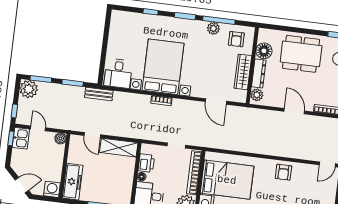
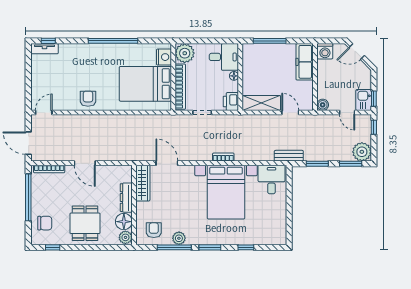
dining table: (301, 54) -> (85, 223), width x0.73
wardrobe: (243, 72) -> (143, 183), moved
plant: (257, 95) -> (125, 237), moved
printer: (146, 163) -> (231, 101), moved

